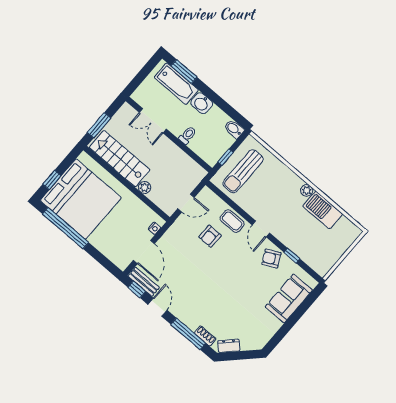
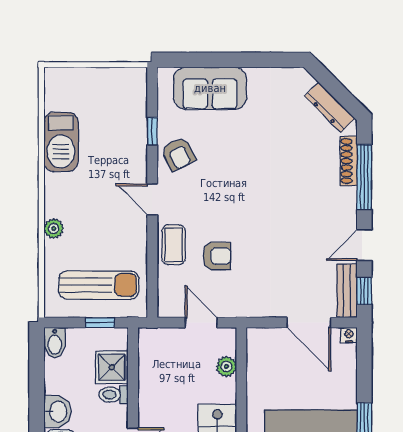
shower: (201, 145) -> (112, 367), added
plant: (145, 187) -> (226, 366), moved
plant: (307, 190) -> (54, 228), moved
nightstand: (154, 228) -> (349, 335), moved
door: (261, 229) -> (152, 199), swing flipped
door: (144, 252) -> (309, 323), swing flipped
shoe rack: (205, 336) -> (349, 161), width x1.43
dresser: (229, 346) -> (330, 107), width x1.44

